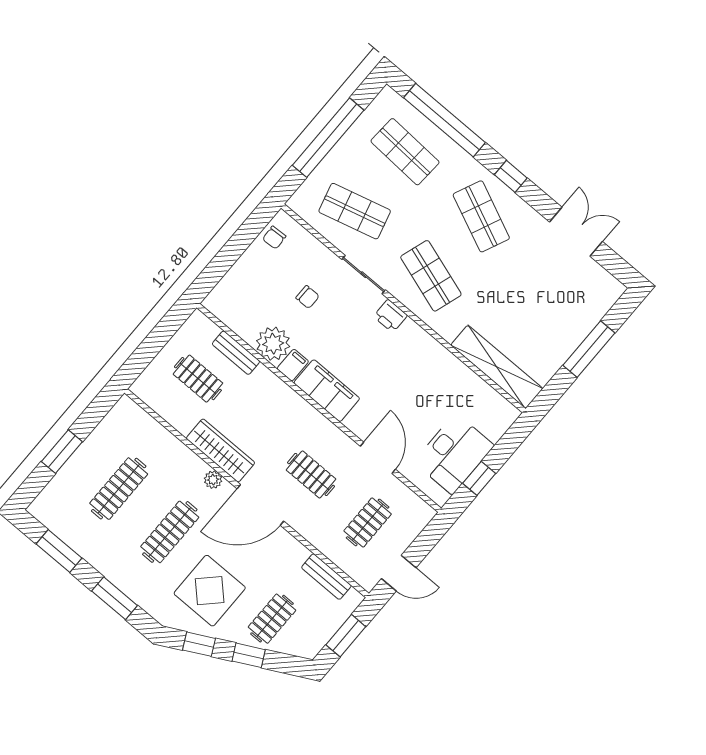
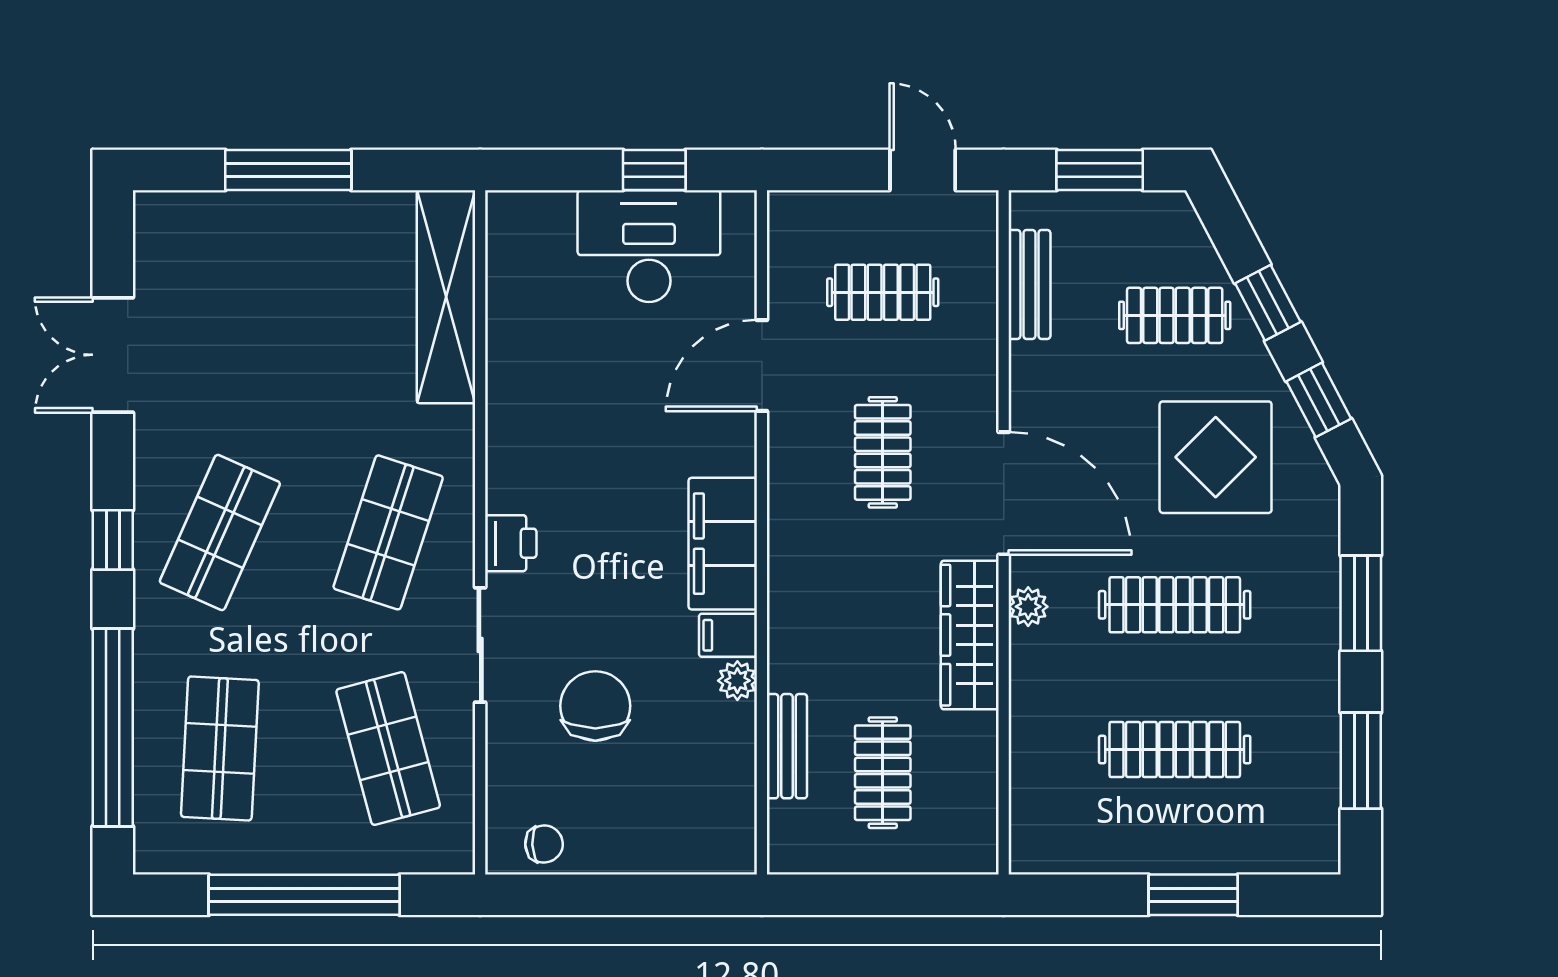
chair: (308, 297) -> (595, 706), width x1.87, depth x1.87
plant: (273, 344) -> (737, 681), width x0.53, depth x0.53

